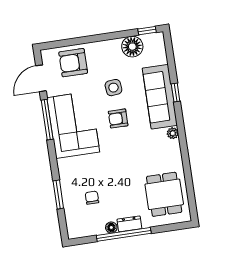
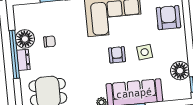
chair: (92, 198) -> (49, 42), moved
floor lamp: (111, 227) -> (25, 39), width x1.89, depth x1.89

